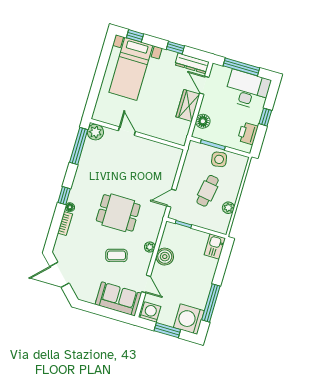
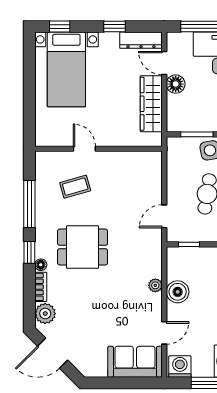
wardrobe: (188, 105) -> (151, 104), width x1.50
floor lamp: (203, 121) -> (176, 84), moved
plant: (95, 132) -> (45, 314), moved
window: (79, 146) -> (29, 204), moved
dining table: (118, 213) -> (83, 247), moved
coffee table: (116, 255) -> (75, 187), moved
door: (146, 284) -> (164, 333), hinge flipped

